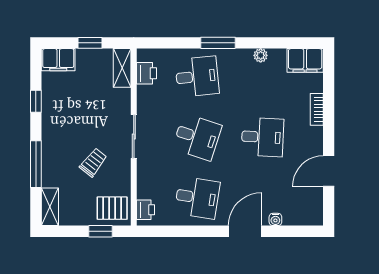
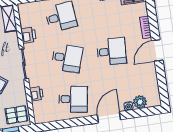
printer: (146, 73) -> (28, 35), moved
door: (329, 171) -> (157, 51), moved
printer: (145, 210) -> (36, 94), moved
plant: (293, 216) -> (140, 102), added

